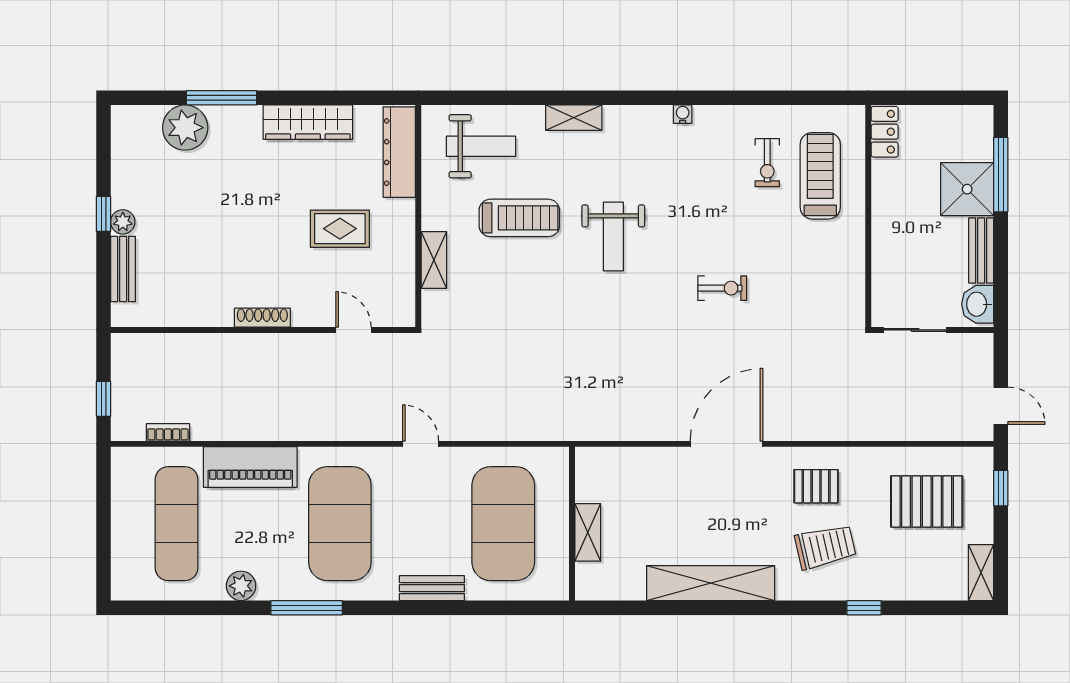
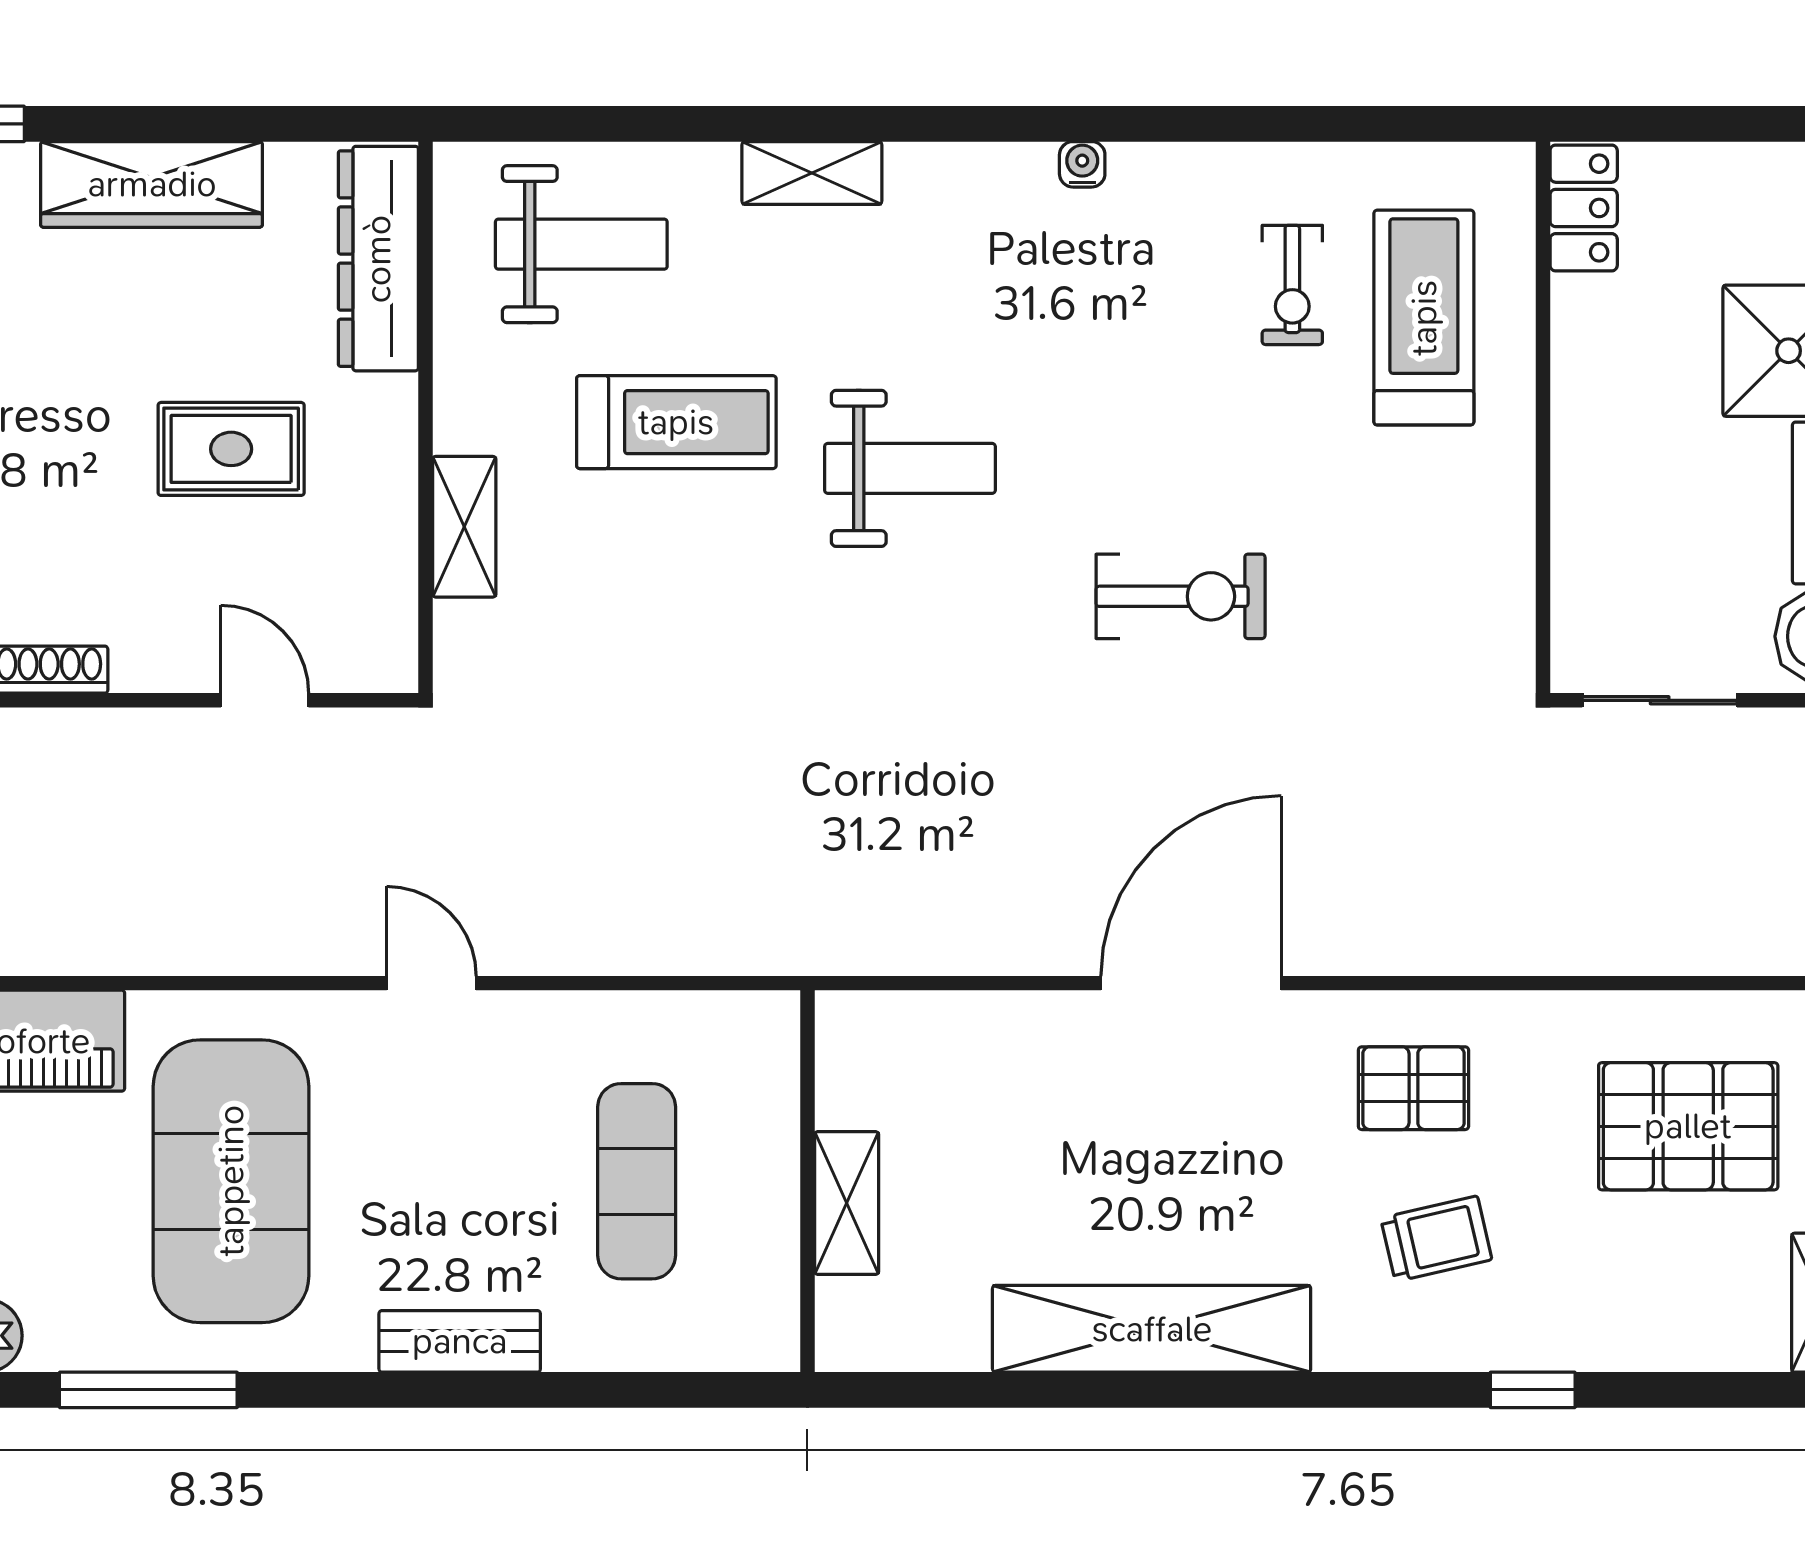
weight bench: (613, 237) -> (910, 468), turned -90
exercise bike: (722, 288) -> (1181, 596), width x1.38, depth x1.39
exercise mat: (503, 524) -> (637, 1181), width x0.50, depth x0.69
trolley: (825, 547) -> (1436, 1239), width x0.73, depth x0.72

